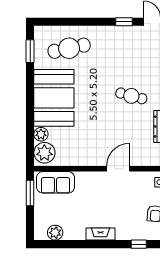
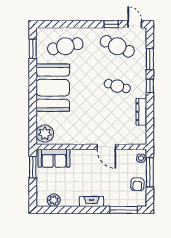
cafe table: (131, 48) -> (117, 46), added
plant: (41, 134) -> (42, 118), removed
door: (118, 169) -> (106, 147), swing flipped
window: (139, 244) -> (124, 210), width x2.17

